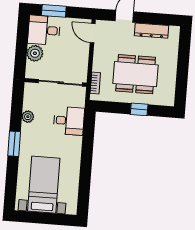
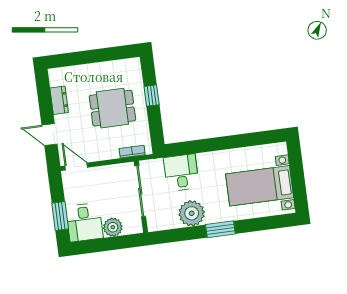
dresser: (152, 31) -> (59, 100), width x0.70
door: (93, 33) -> (76, 167), swing flipped
dining table: (136, 74) -> (112, 108), width x0.73
plant: (28, 117) -> (192, 213), width x1.87, depth x1.87

